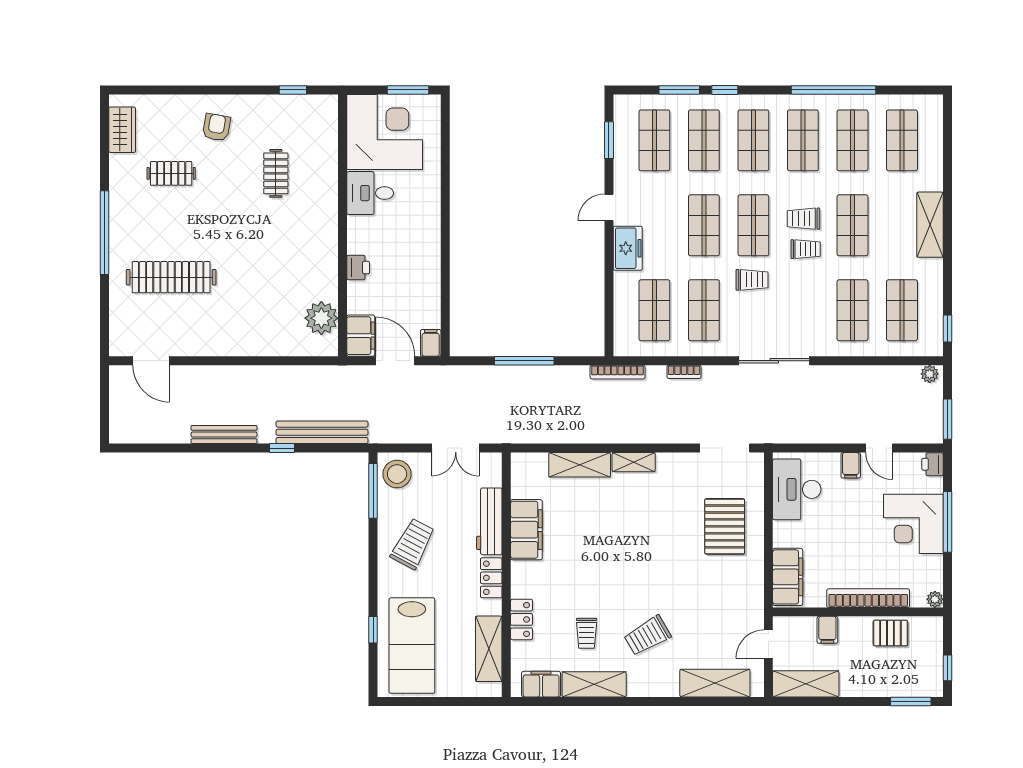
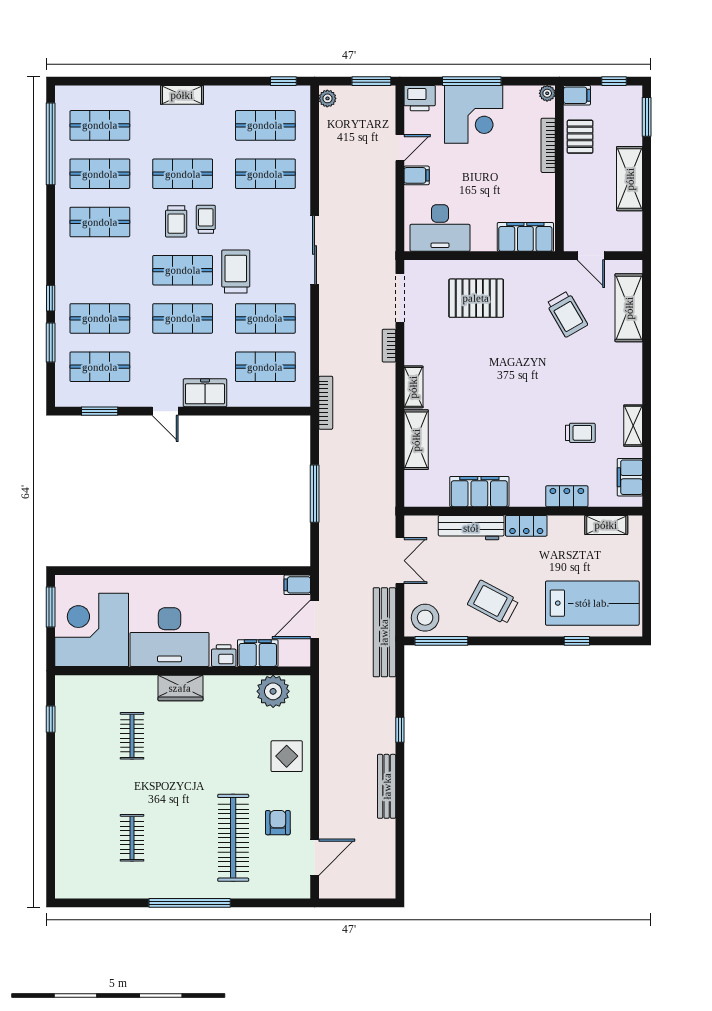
window: (834, 90) -> (51, 144), moved
armchair: (216, 127) -> (278, 823), moved, turned 80
wardrobe: (122, 130) -> (180, 688), moved, turned 180
shop shelf: (753, 140) -> (100, 270), removed
clothes rail: (276, 173) -> (132, 736), turned 90
desk: (370, 193) -> (169, 637), width x1.87, depth x1.30
shelving: (930, 225) -> (182, 95), width x0.67, depth x0.75
trolley: (752, 280) -> (236, 272), width x1.36, depth x1.39
display table: (255, 332) -> (287, 756), added
filing cabinet: (361, 336) -> (258, 653), moved
bookcase: (684, 372) -> (389, 346), moved, turned 180
bench: (322, 432) -> (384, 632), moved
printer: (932, 464) -> (420, 98), width x1.36, depth x1.24
bookcase: (868, 598) -> (548, 145), width x0.68, depth x0.76
filing cabinet: (827, 630) -> (577, 95), moved
trolley: (647, 636) -> (567, 314), moved
shelving: (489, 649) -> (606, 525), width x0.67, depth x0.75
shelving: (594, 684) -> (633, 426), width x0.67, depth x0.75
shelving: (806, 684) -> (630, 179), moved

